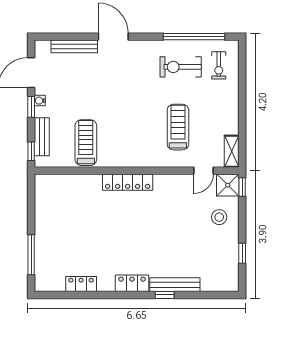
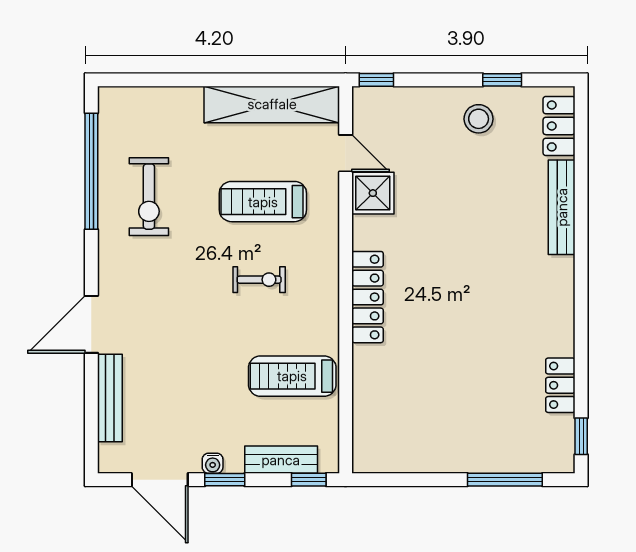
exercise bike: (219, 65) -> (259, 280), moved
shelving: (232, 151) -> (272, 104), width x2.20, depth x1.33
shower: (228, 185) -> (373, 193), moved
stool: (219, 217) -> (479, 119), moved
locker: (132, 283) -> (559, 126), moved
window: (165, 295) -> (581, 436), moved

